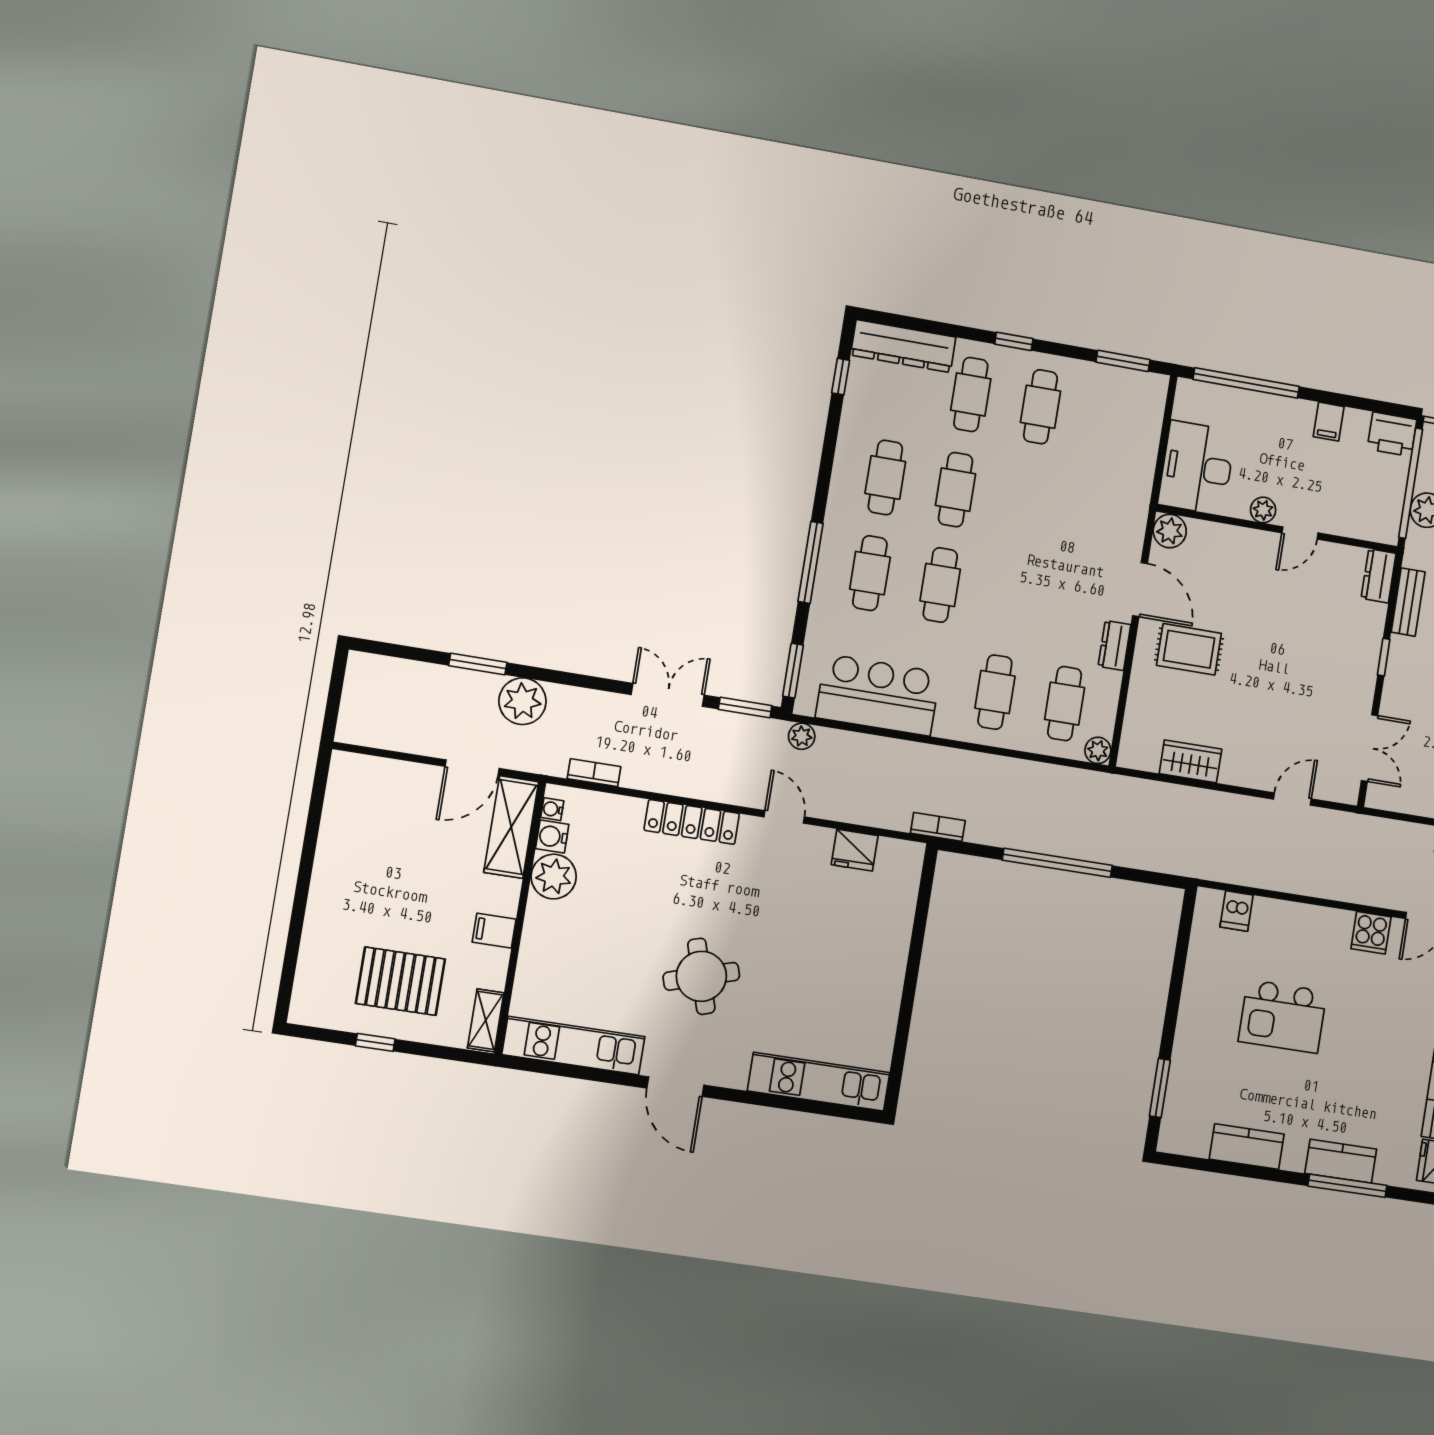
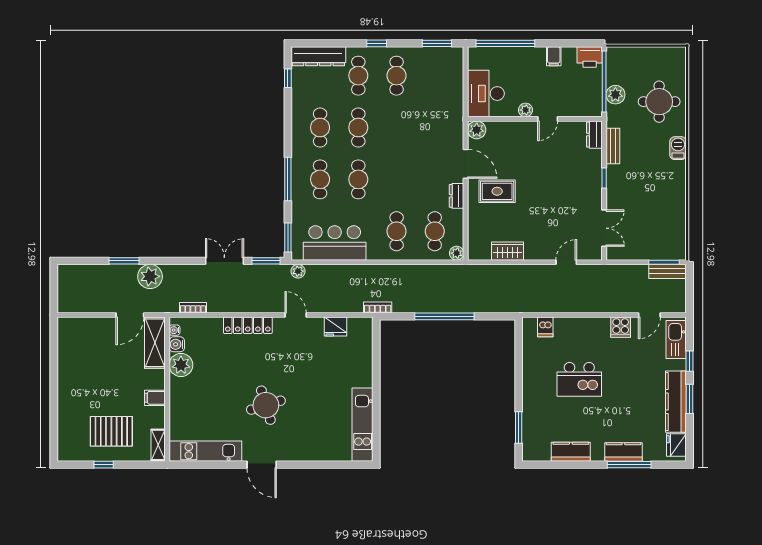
kitchen unit: (819, 1082) -> (363, 425), moved, turned -90

